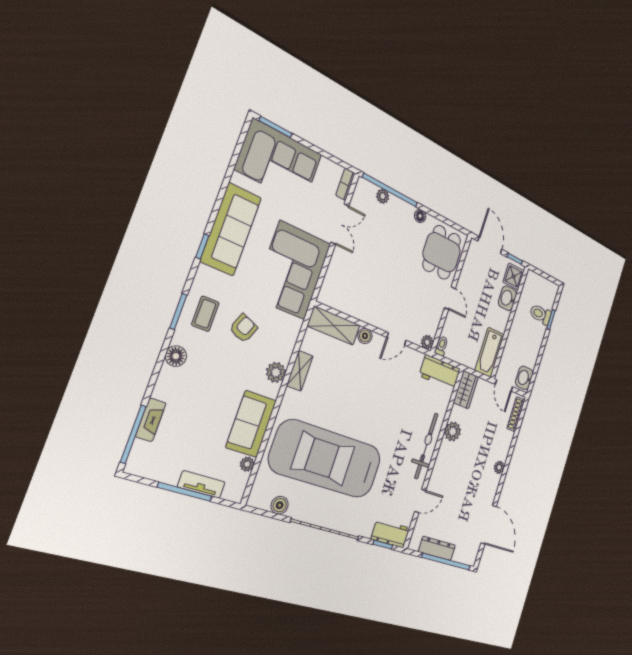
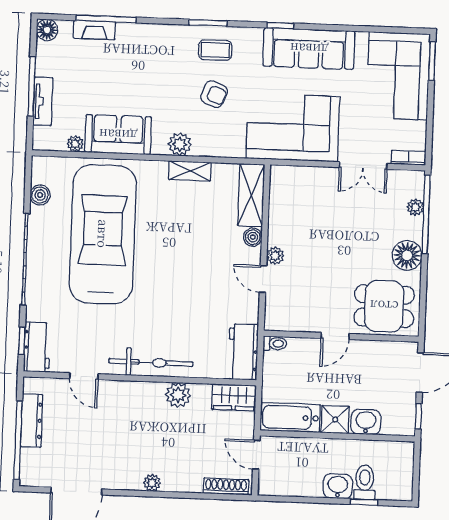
floor lamp: (420, 216) -> (407, 255), width x1.89, depth x1.89
shower: (514, 276) -> (335, 420), moved
plant: (427, 342) -> (275, 256), moved
floor lamp: (176, 356) -> (47, 30), moved
washbasin: (524, 378) -> (338, 486), moved
door: (504, 386) -> (256, 455), hinge flipped
window: (133, 434) -> (106, 19), moved

